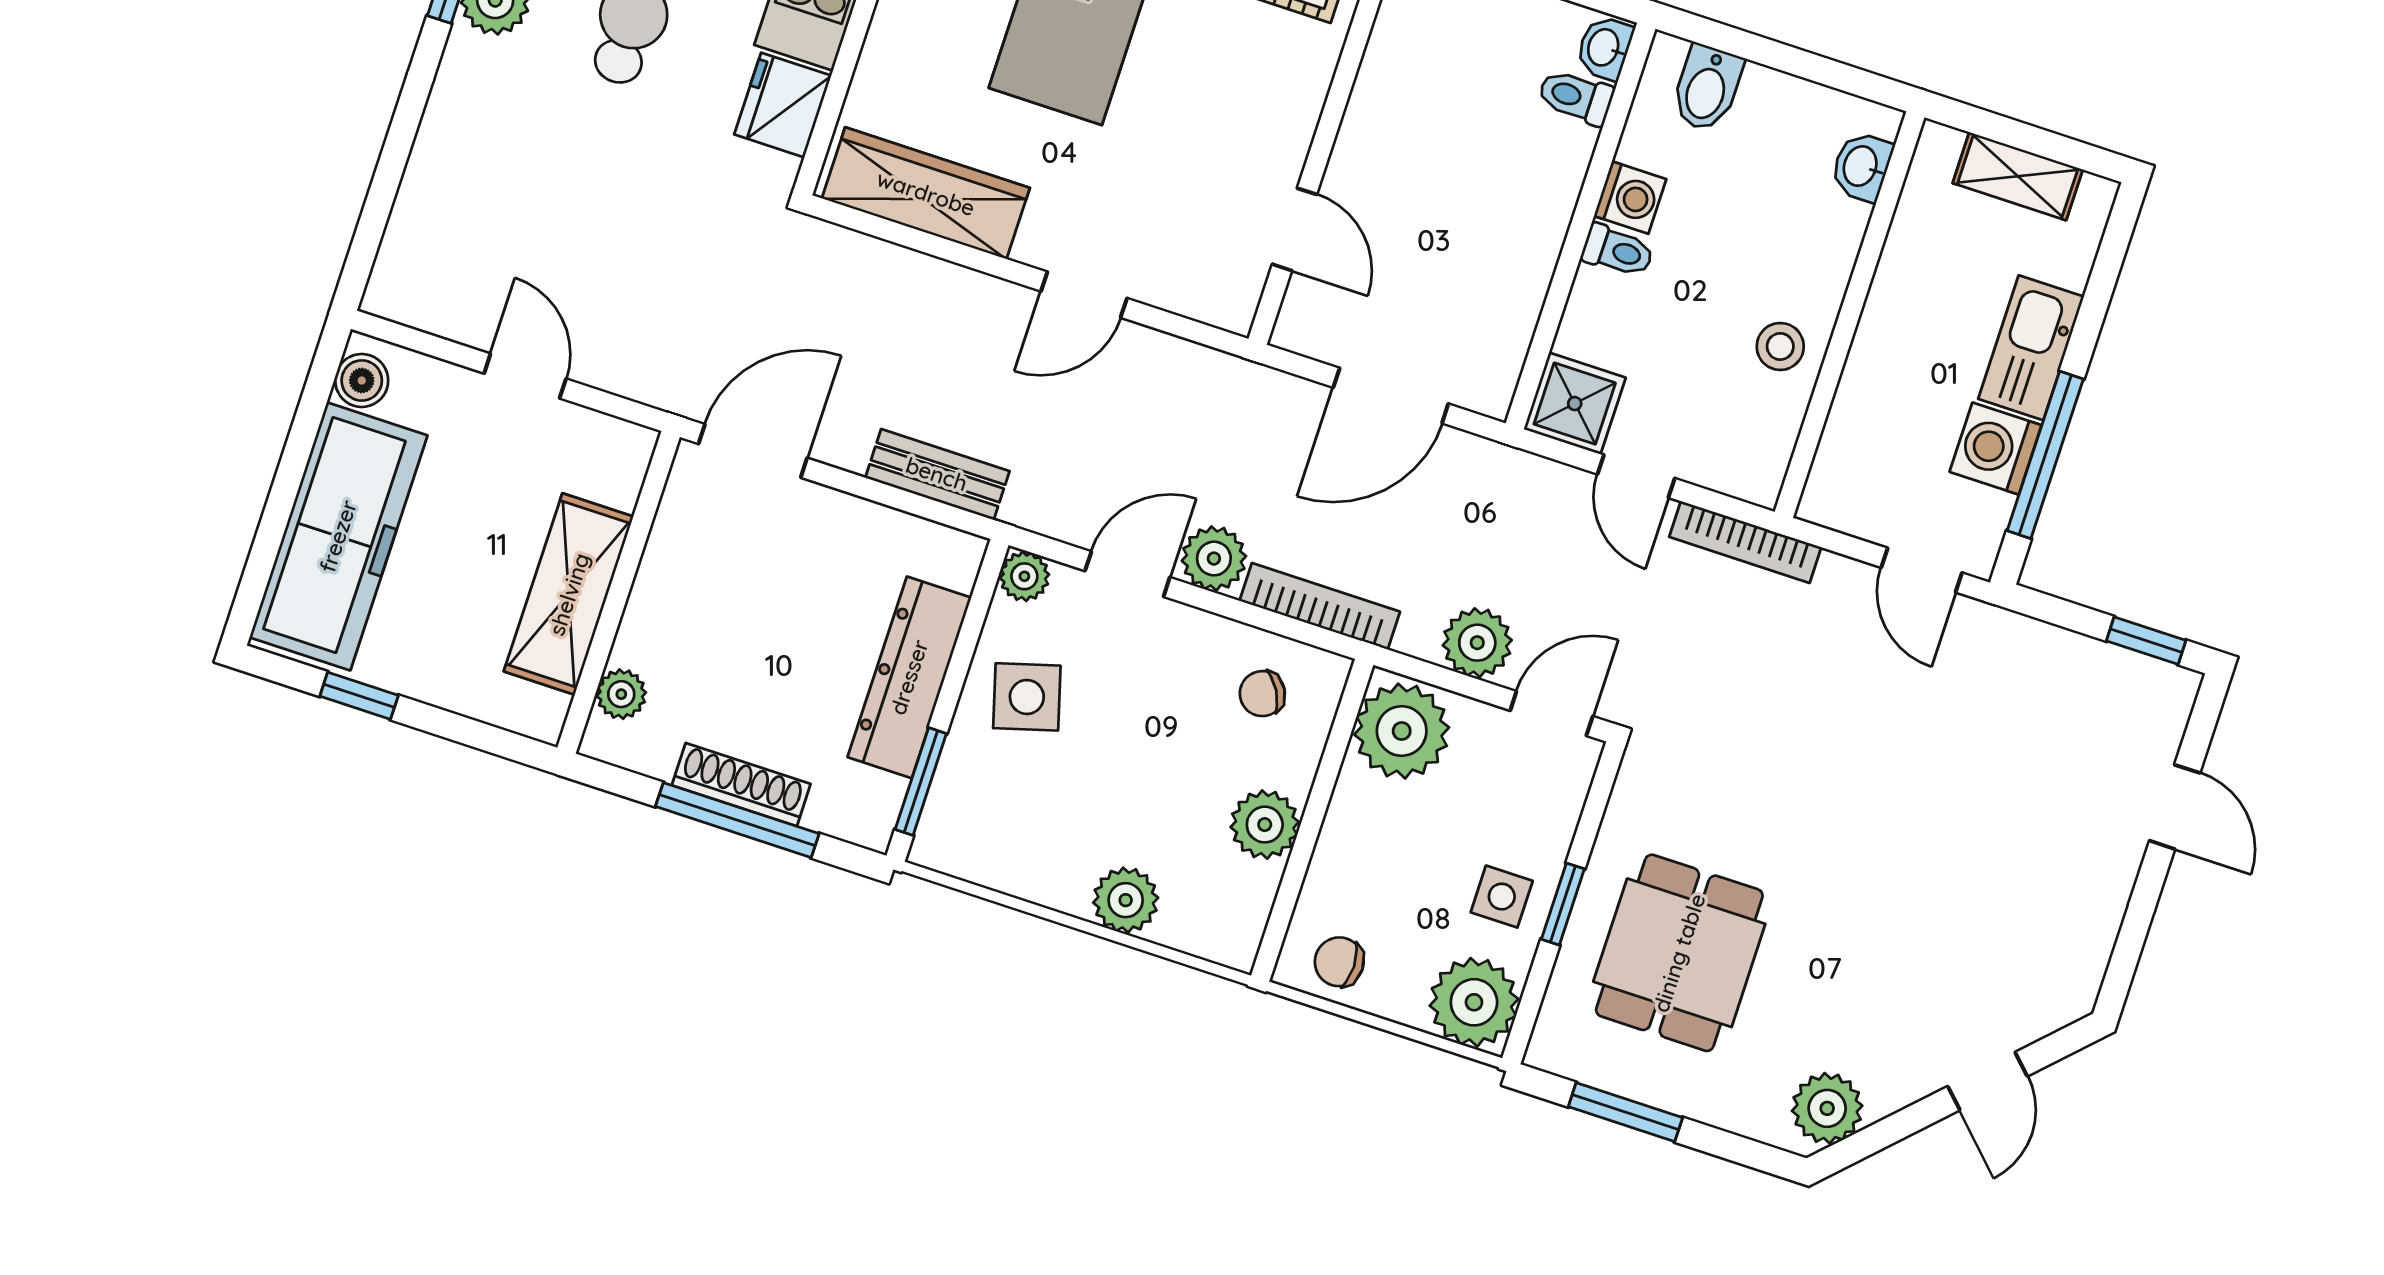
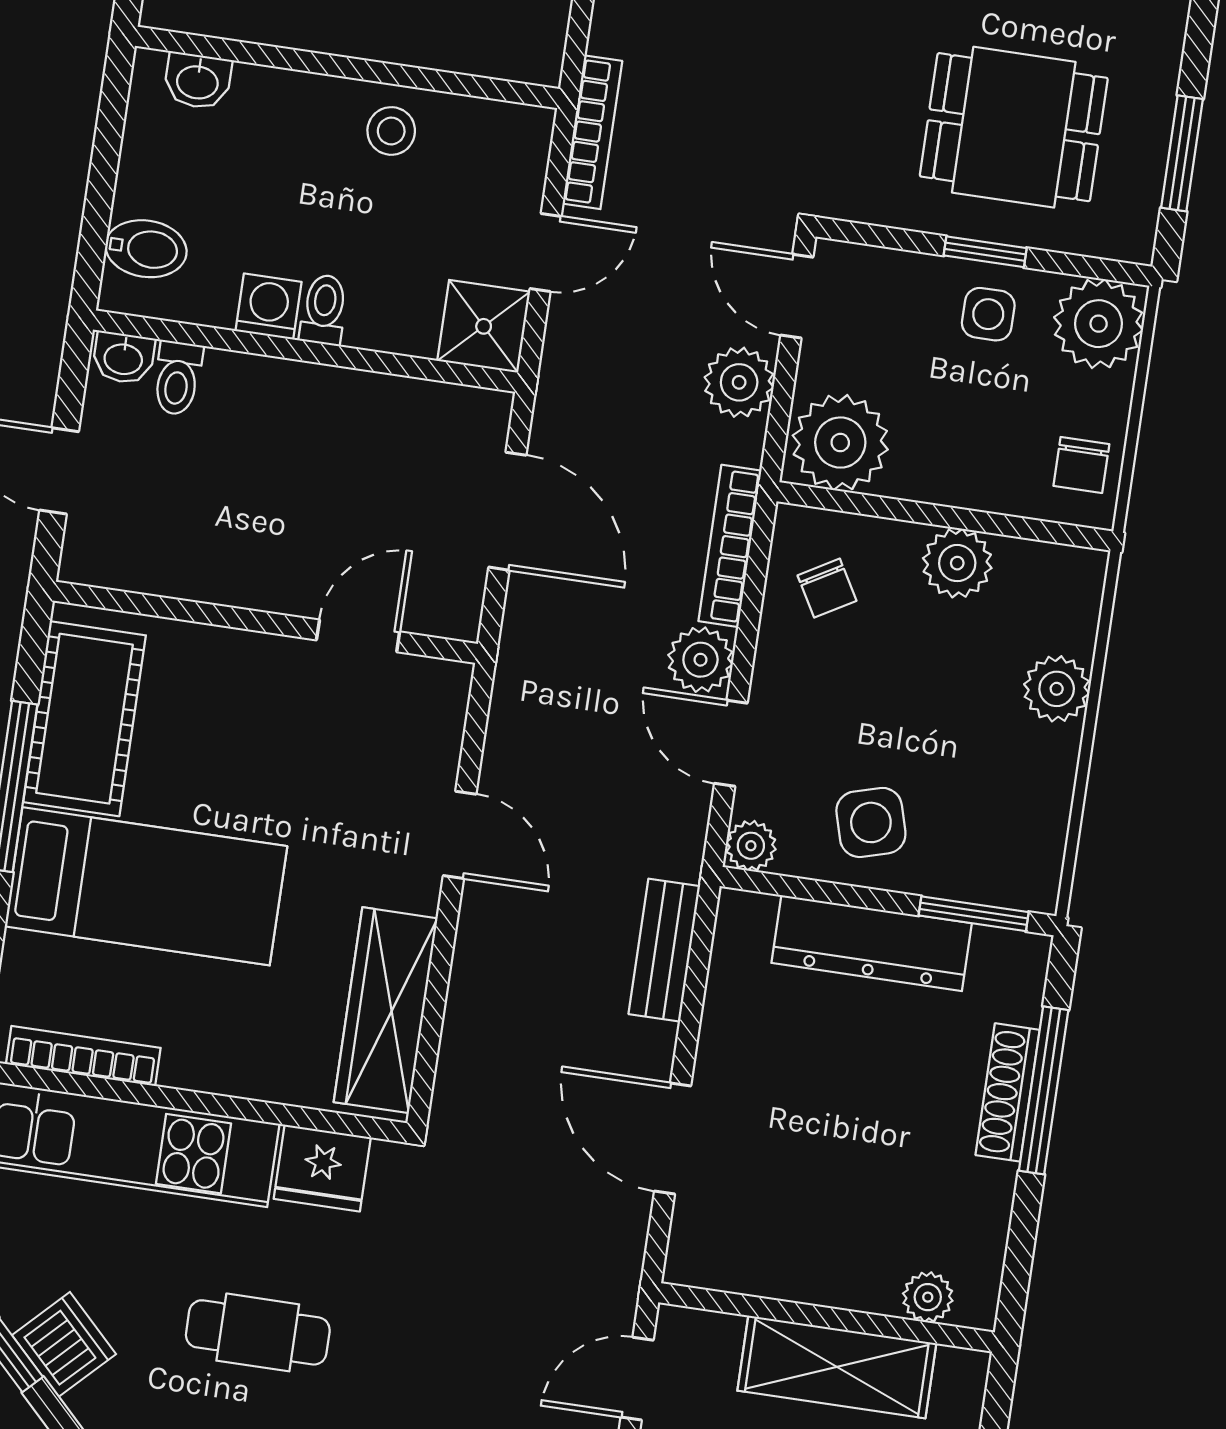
wall: (619, 592) -> (827, 1317), moved
shelving: (569, 594) -> (837, 1367), moved
plant: (621, 694) -> (928, 1297), moved

